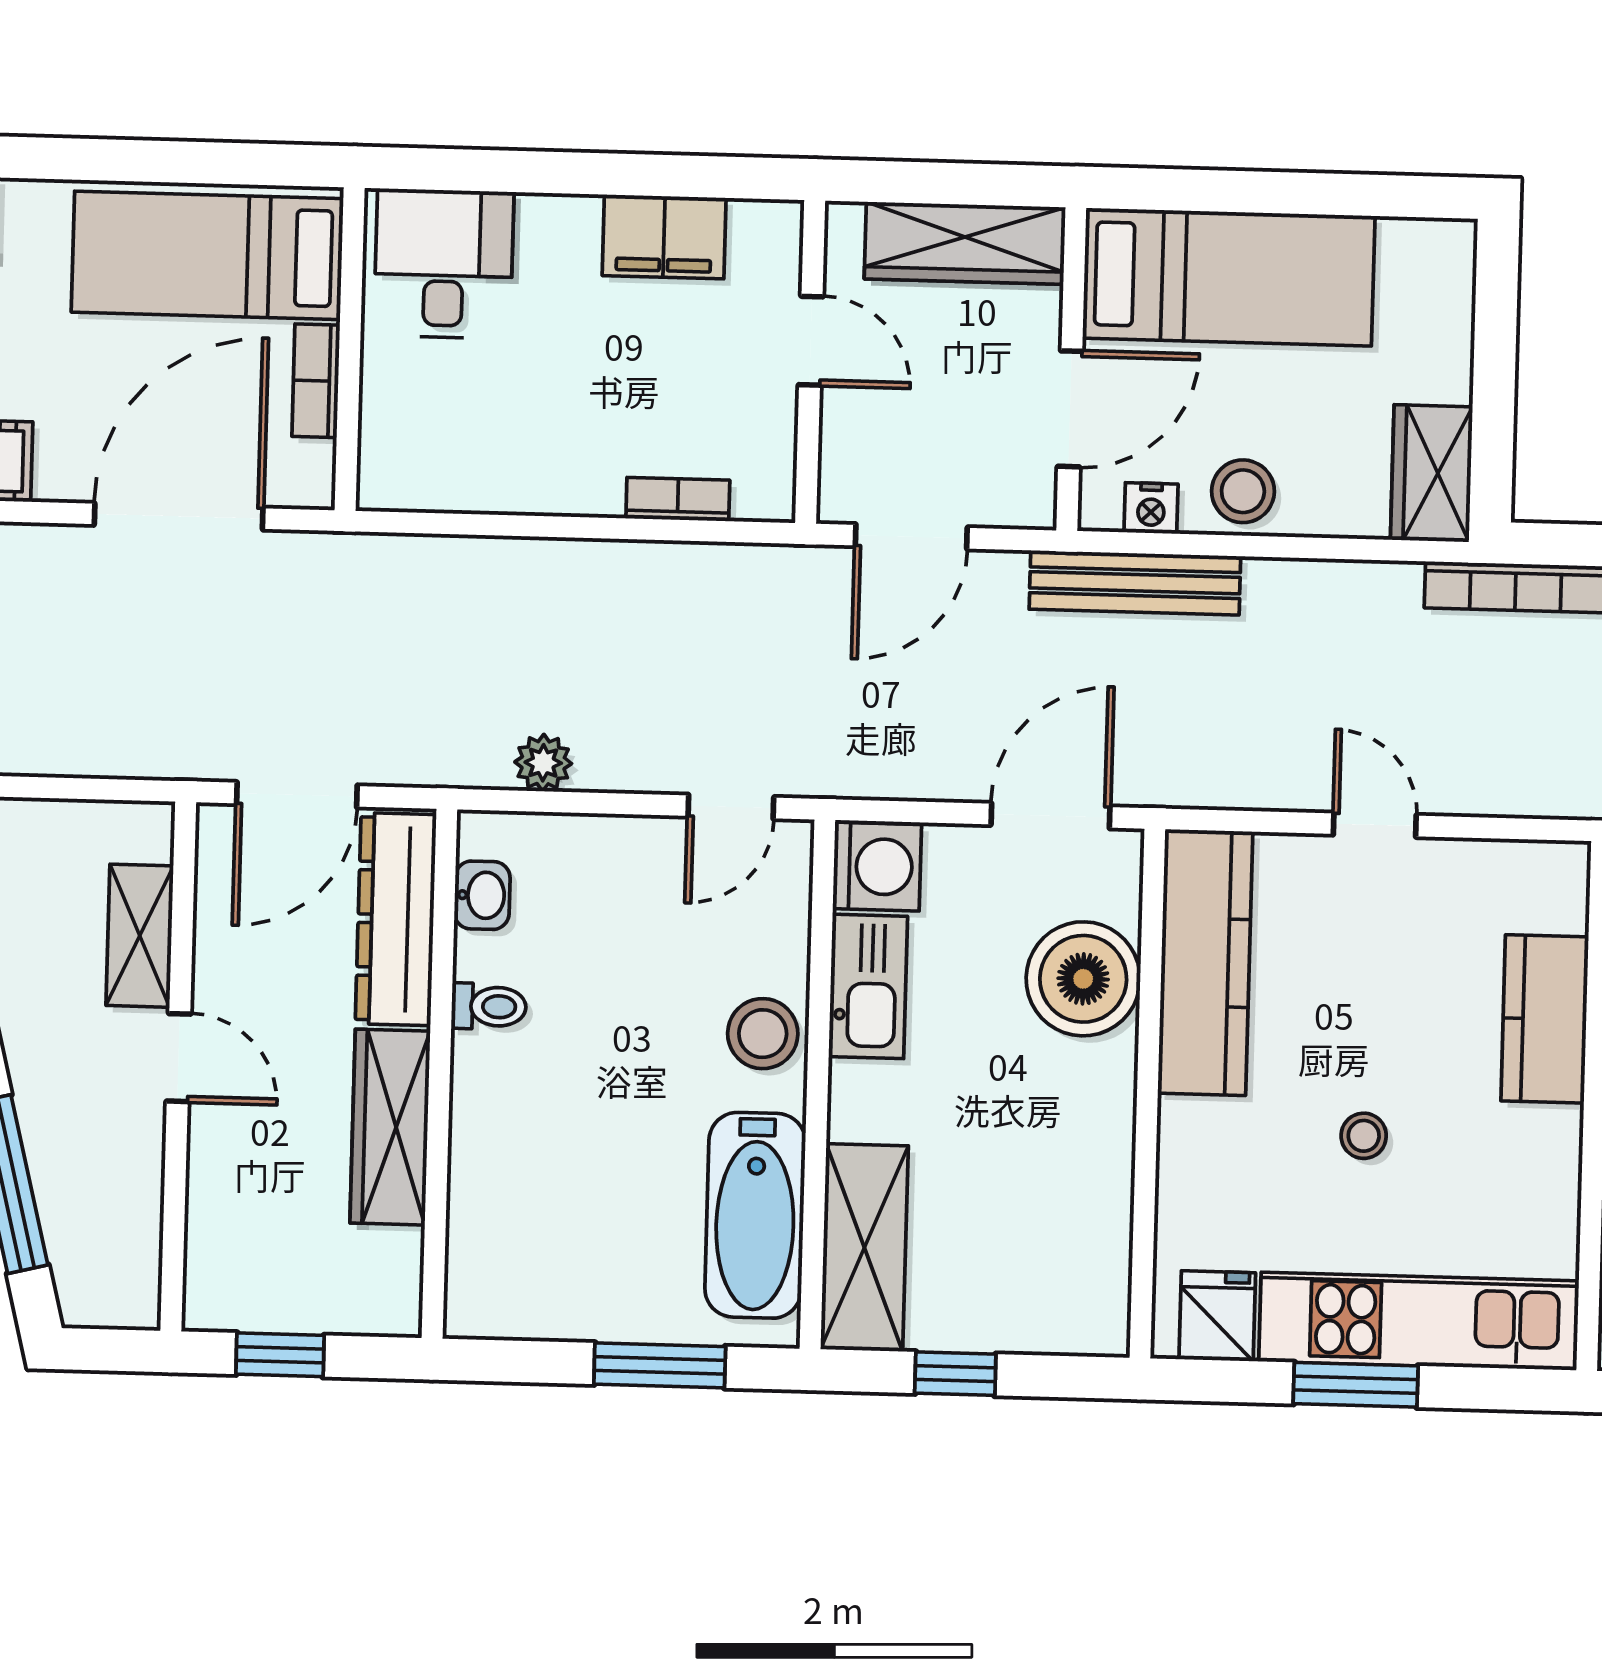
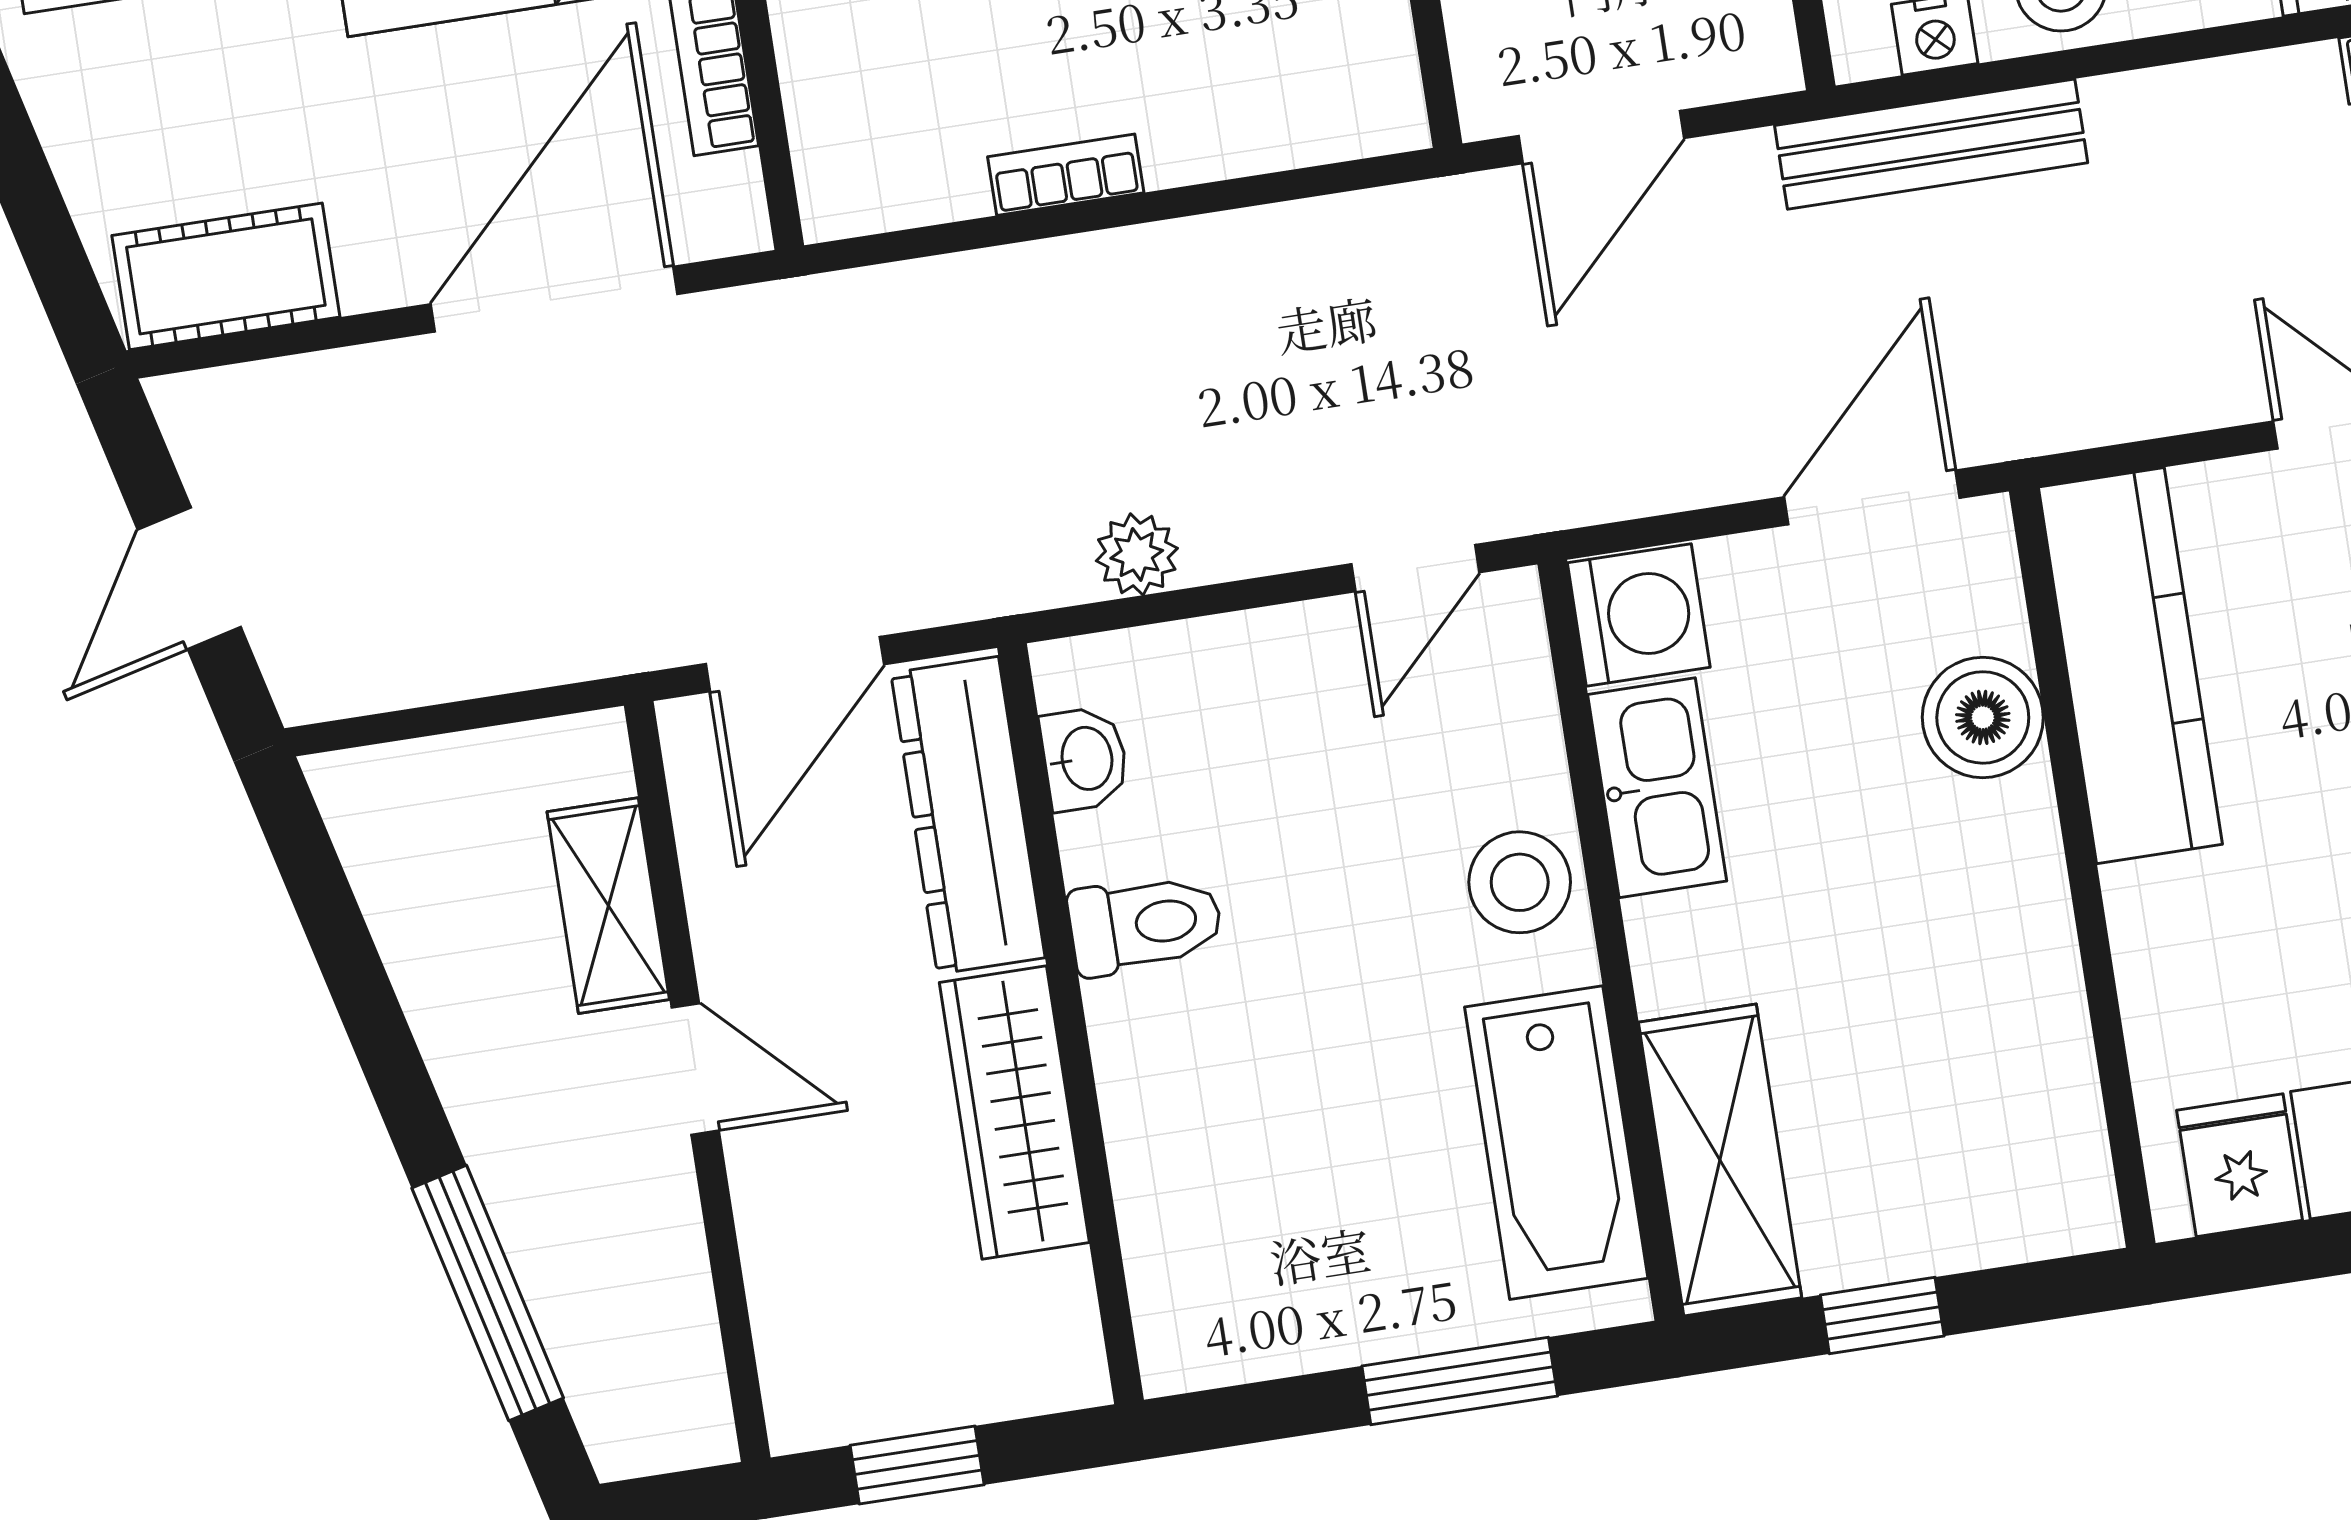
bookcase: (678, 499) -> (1066, 175), moved
boiler: (1083, 979) -> (1983, 717), width x0.73, depth x0.73
toilet: (489, 1006) -> (1145, 924), width x1.37, depth x1.39

